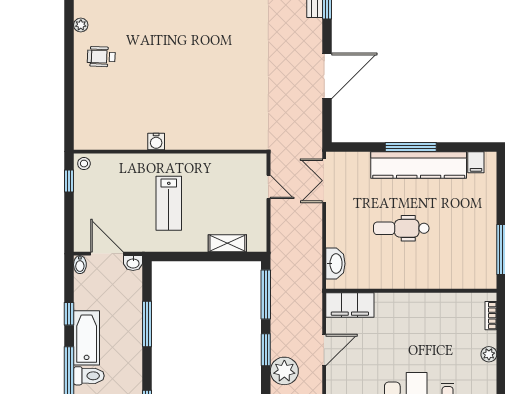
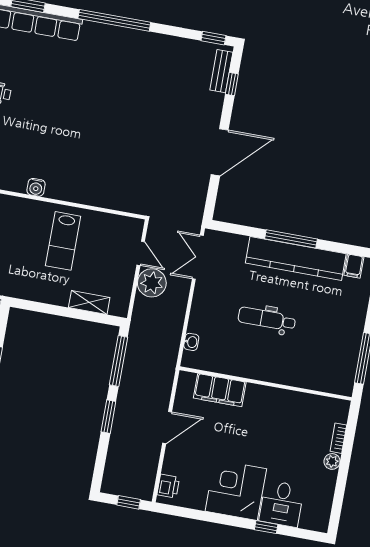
lab bench: (169, 203) -> (63, 241), moved
washbasin: (335, 264) -> (191, 342), width x0.52, depth x0.69
filing cabinet: (350, 305) -> (220, 390), moved
bookcase: (491, 316) -> (338, 438), moved
plant: (284, 371) -> (152, 283), moved

